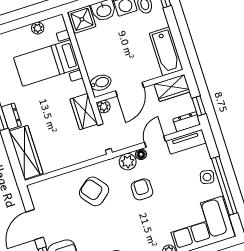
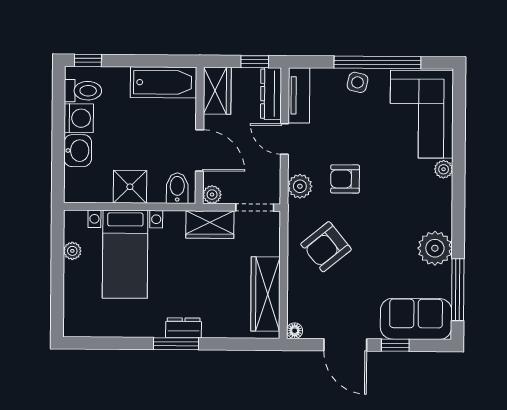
shower: (82, 19) -> (130, 187), moved
dresser: (187, 122) -> (271, 94), width x1.44
wardrobe: (26, 152) -> (265, 294), moved, turned -90
floor lamp: (141, 154) -> (295, 331), moved

